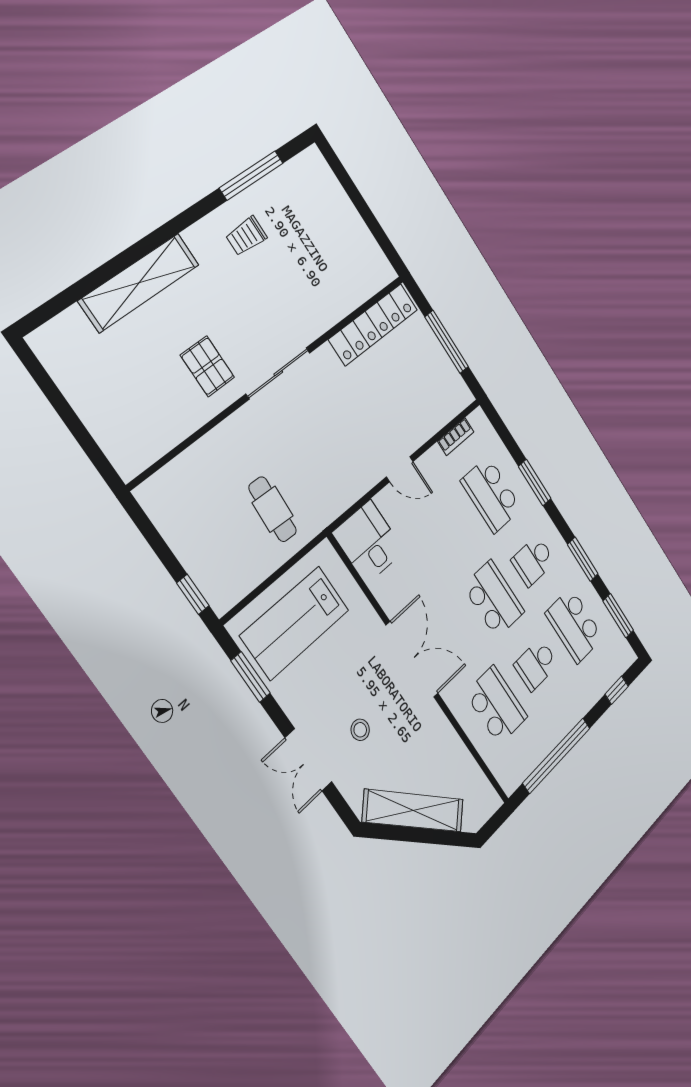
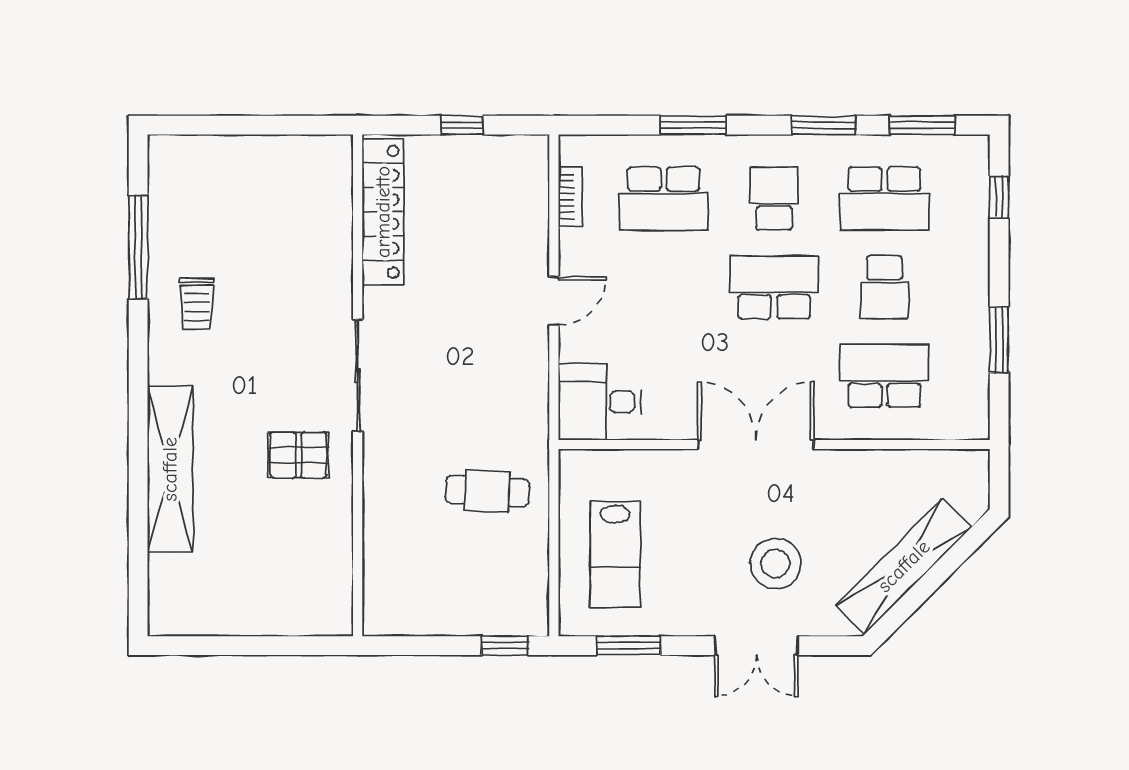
window: (447, 342) -> (462, 125), width x0.46
school desk: (533, 561) -> (774, 199), turned 180
lab bench: (295, 623) -> (615, 554), width x0.73, depth x0.72
stool: (360, 730) -> (775, 564), width x1.89, depth x1.89
window: (557, 755) -> (999, 340), width x0.47

